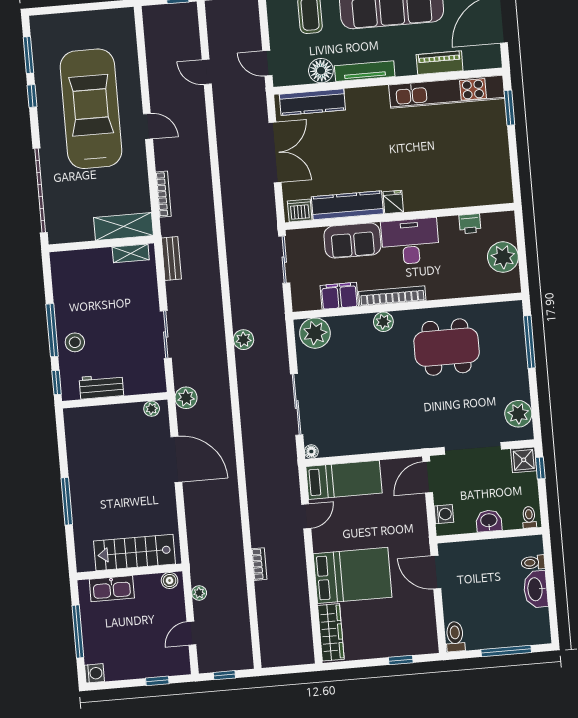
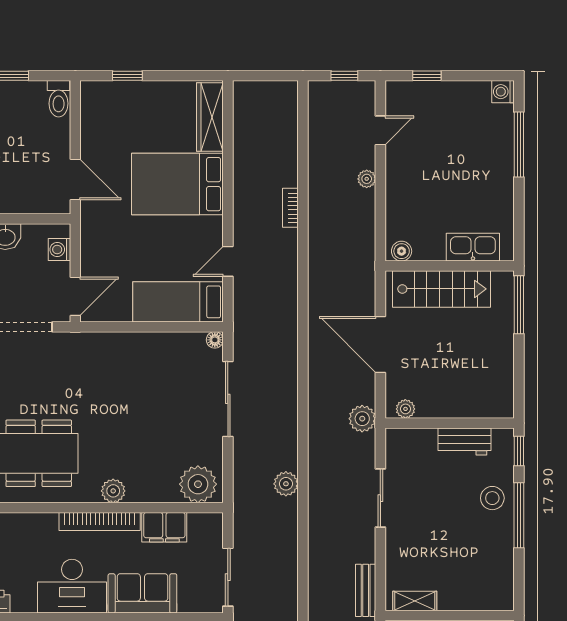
stairs: (134, 553) -> (441, 289), moved
wall: (129, 572) -> (450, 266), moved
boiler: (170, 580) -> (402, 251), moved
kitchen sink: (112, 589) -> (473, 247), moved

